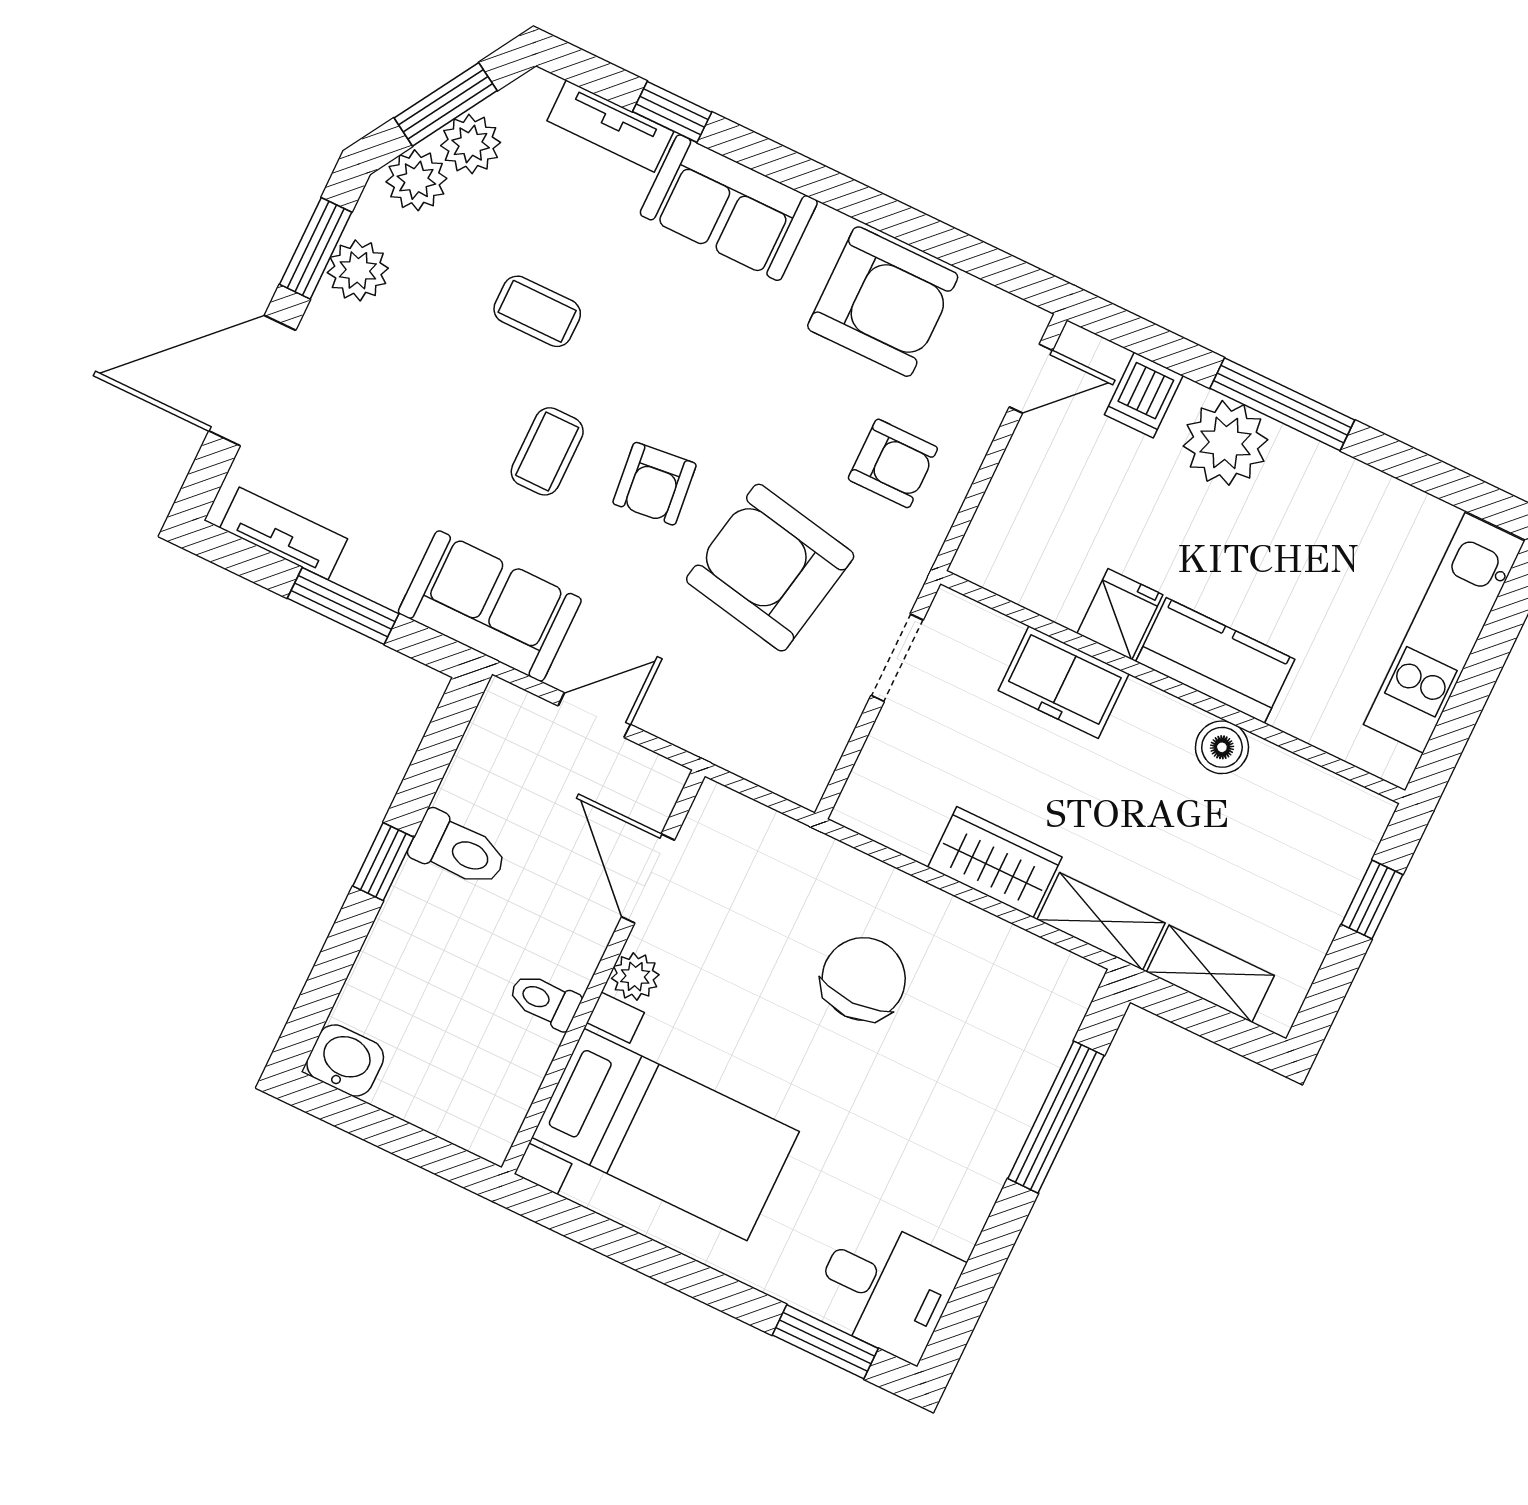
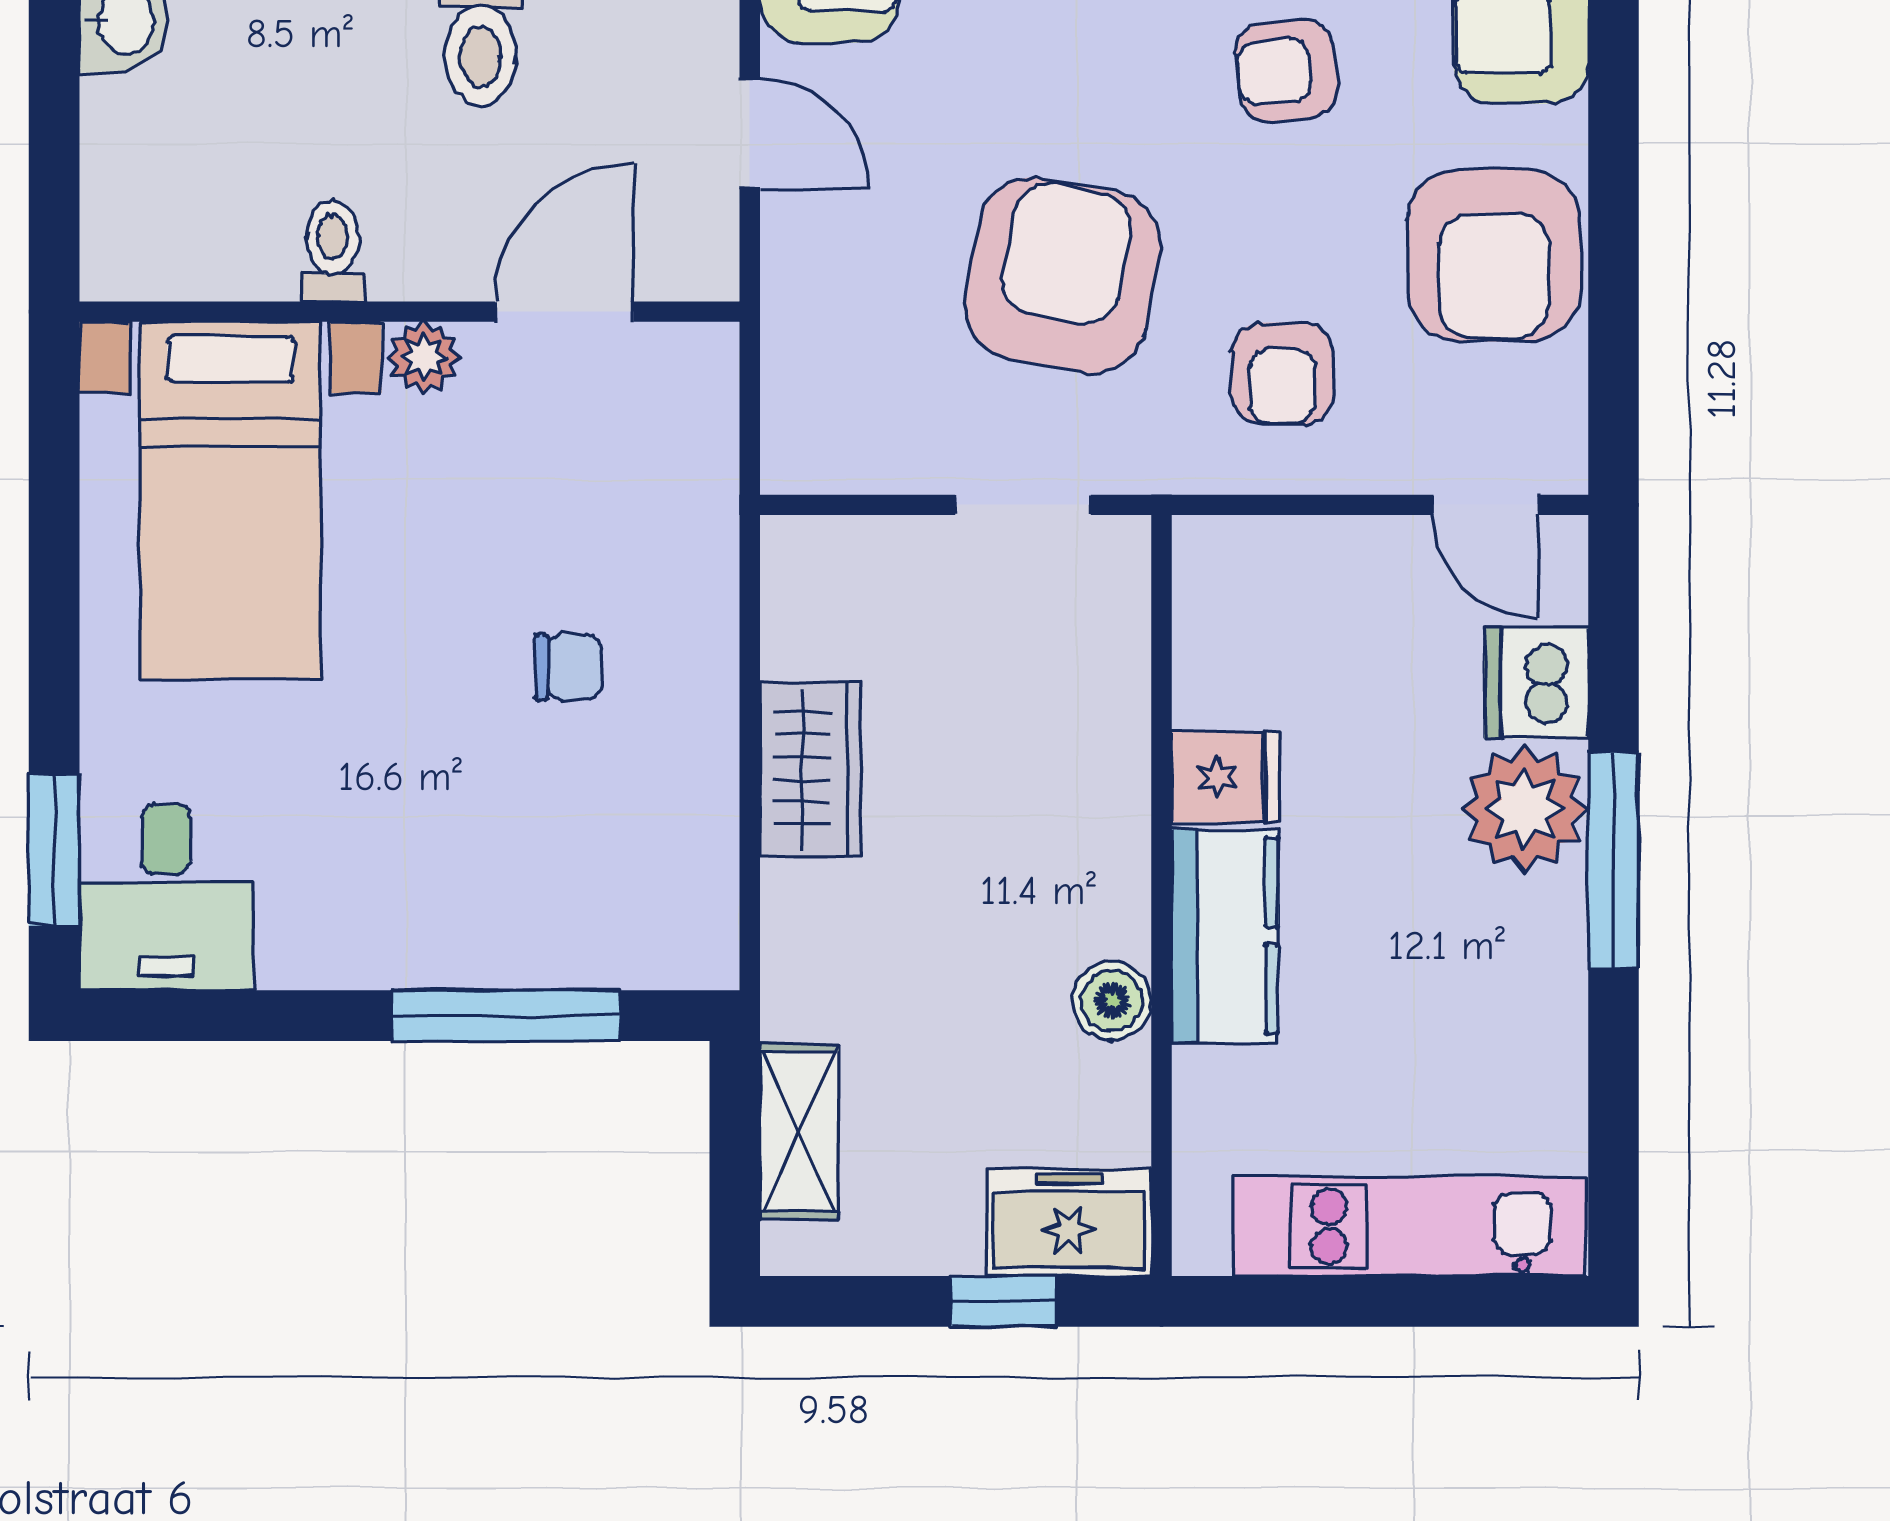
dishwasher: (1144, 395) -> (1536, 683), width x1.38
armchair: (655, 484) -> (1286, 70), moved
freezer: (1064, 682) -> (1069, 1222), moved, turned 90
shelving: (1101, 921) -> (799, 950), removed
chair: (864, 979) -> (568, 667), width x0.54, depth x0.54

